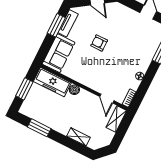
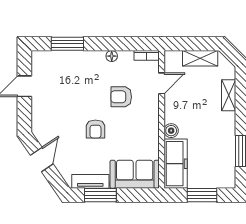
armchair: (111, 69) -> (121, 97), added
shelving: (116, 119) -> (200, 58), moved

